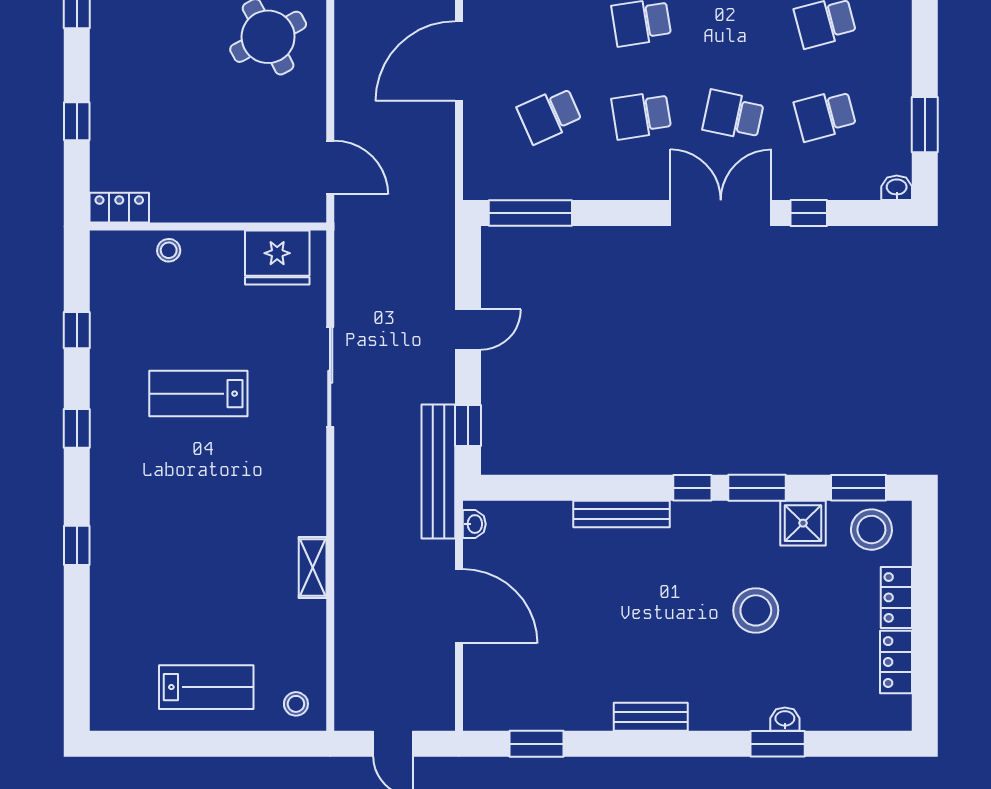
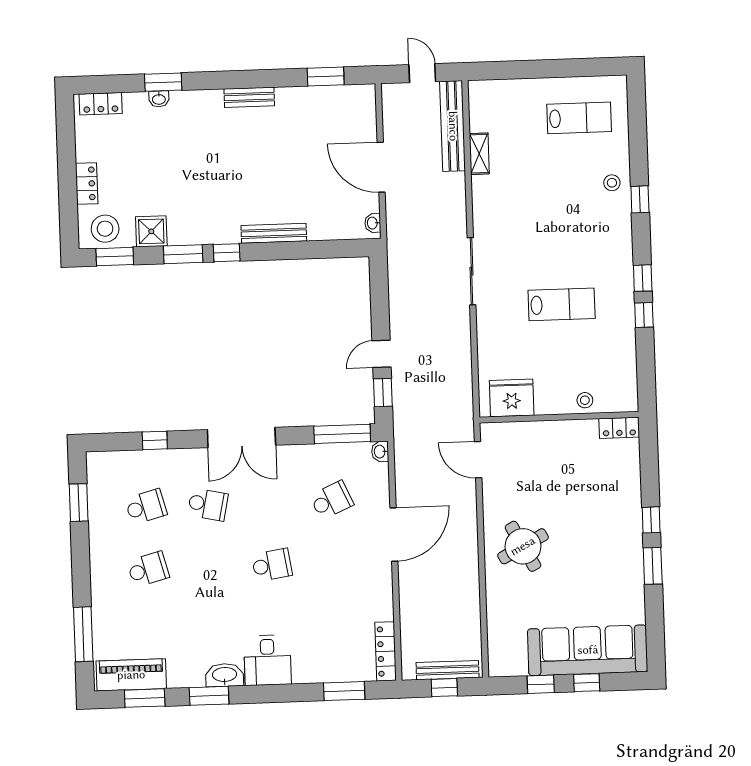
school desk: (641, 115) -> (270, 502), removed
window: (77, 121) -> (651, 520), moved
washbasin: (897, 188) -> (380, 452), moved, turned 90
double door: (721, 213) -> (241, 437), moved
window: (77, 330) -> (644, 315), moved
sliding door: (330, 377) -> (471, 271), moved
window: (468, 426) -> (383, 393), moved
bench: (438, 471) -> (453, 126), moved
shelving: (313, 567) -> (479, 154), moved
stool: (756, 610) -> (181, 171), removed
locker: (896, 662) -> (101, 104), moved, turned 90
lab bench: (206, 687) -> (579, 118), moved, turned 180
stool: (296, 704) -> (612, 183), moved

